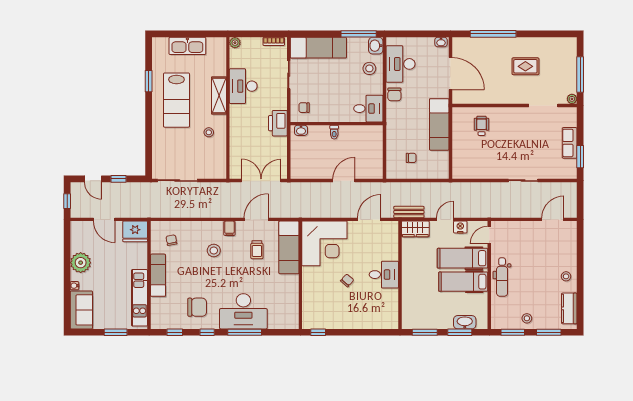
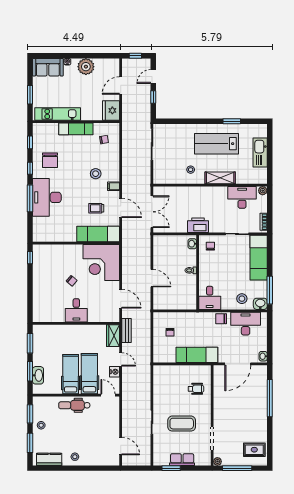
rug: (525, 66) -> (254, 450), moved, turned 90
desk: (243, 86) -> (242, 197), moved
coffee table: (525, 143) -> (182, 424), added

